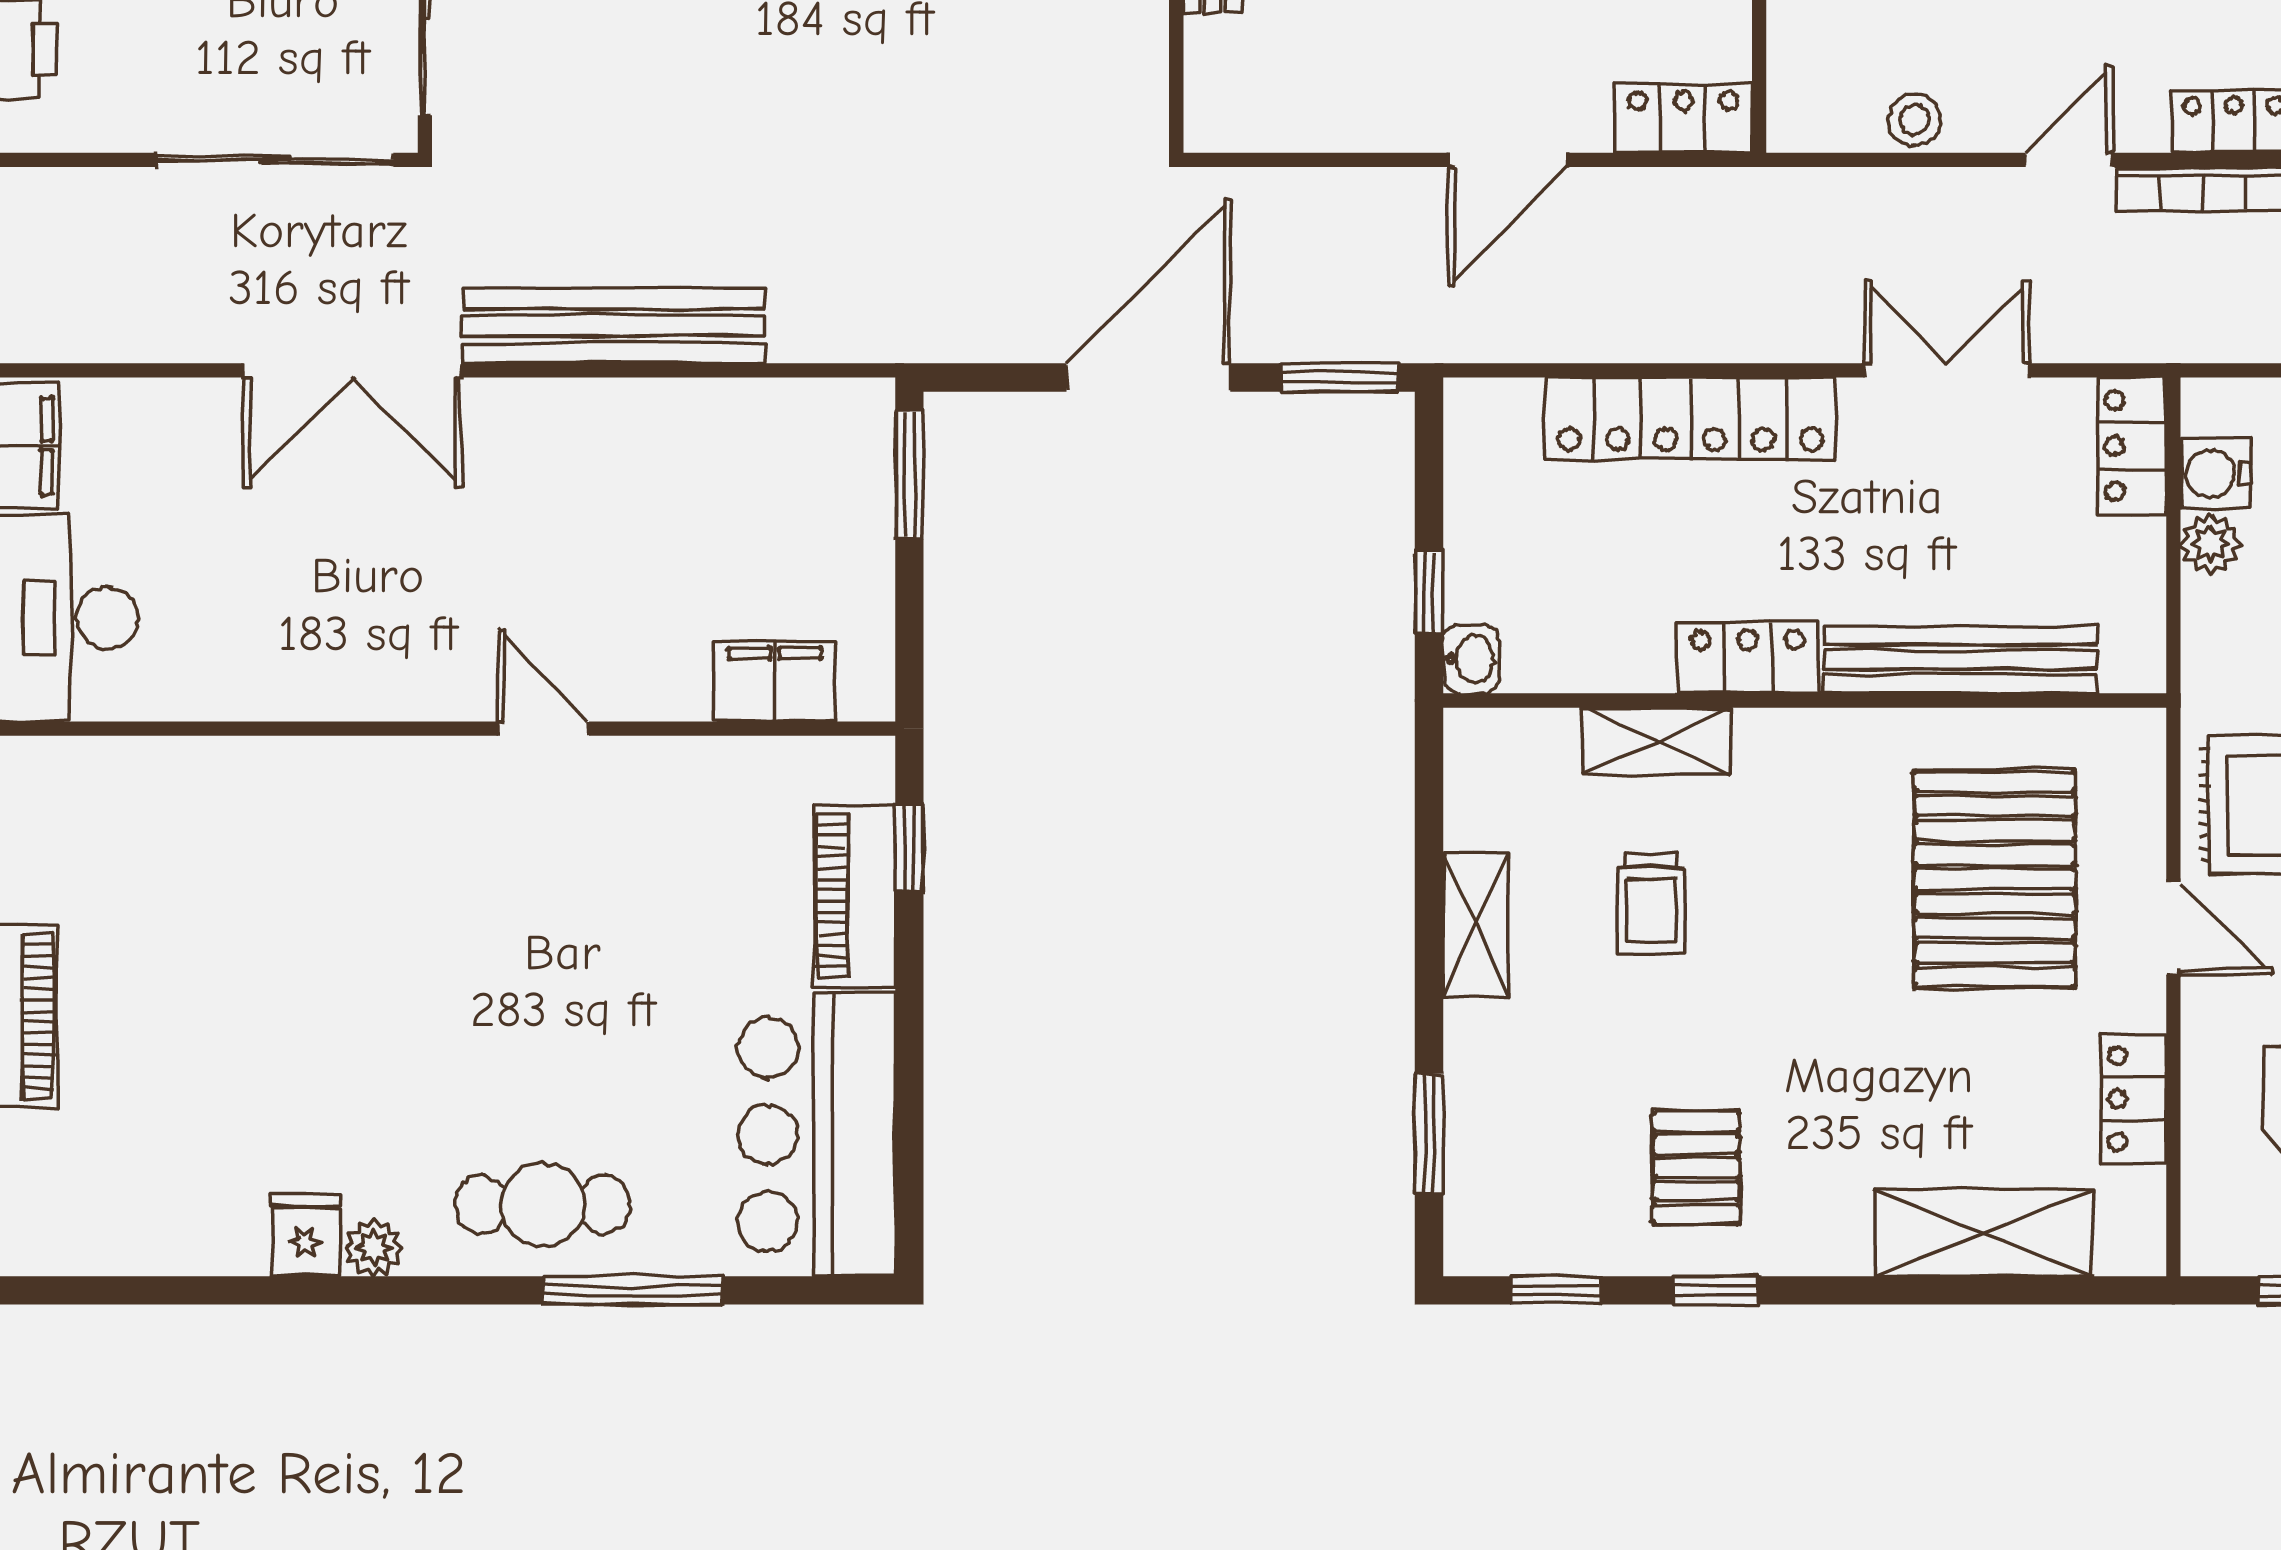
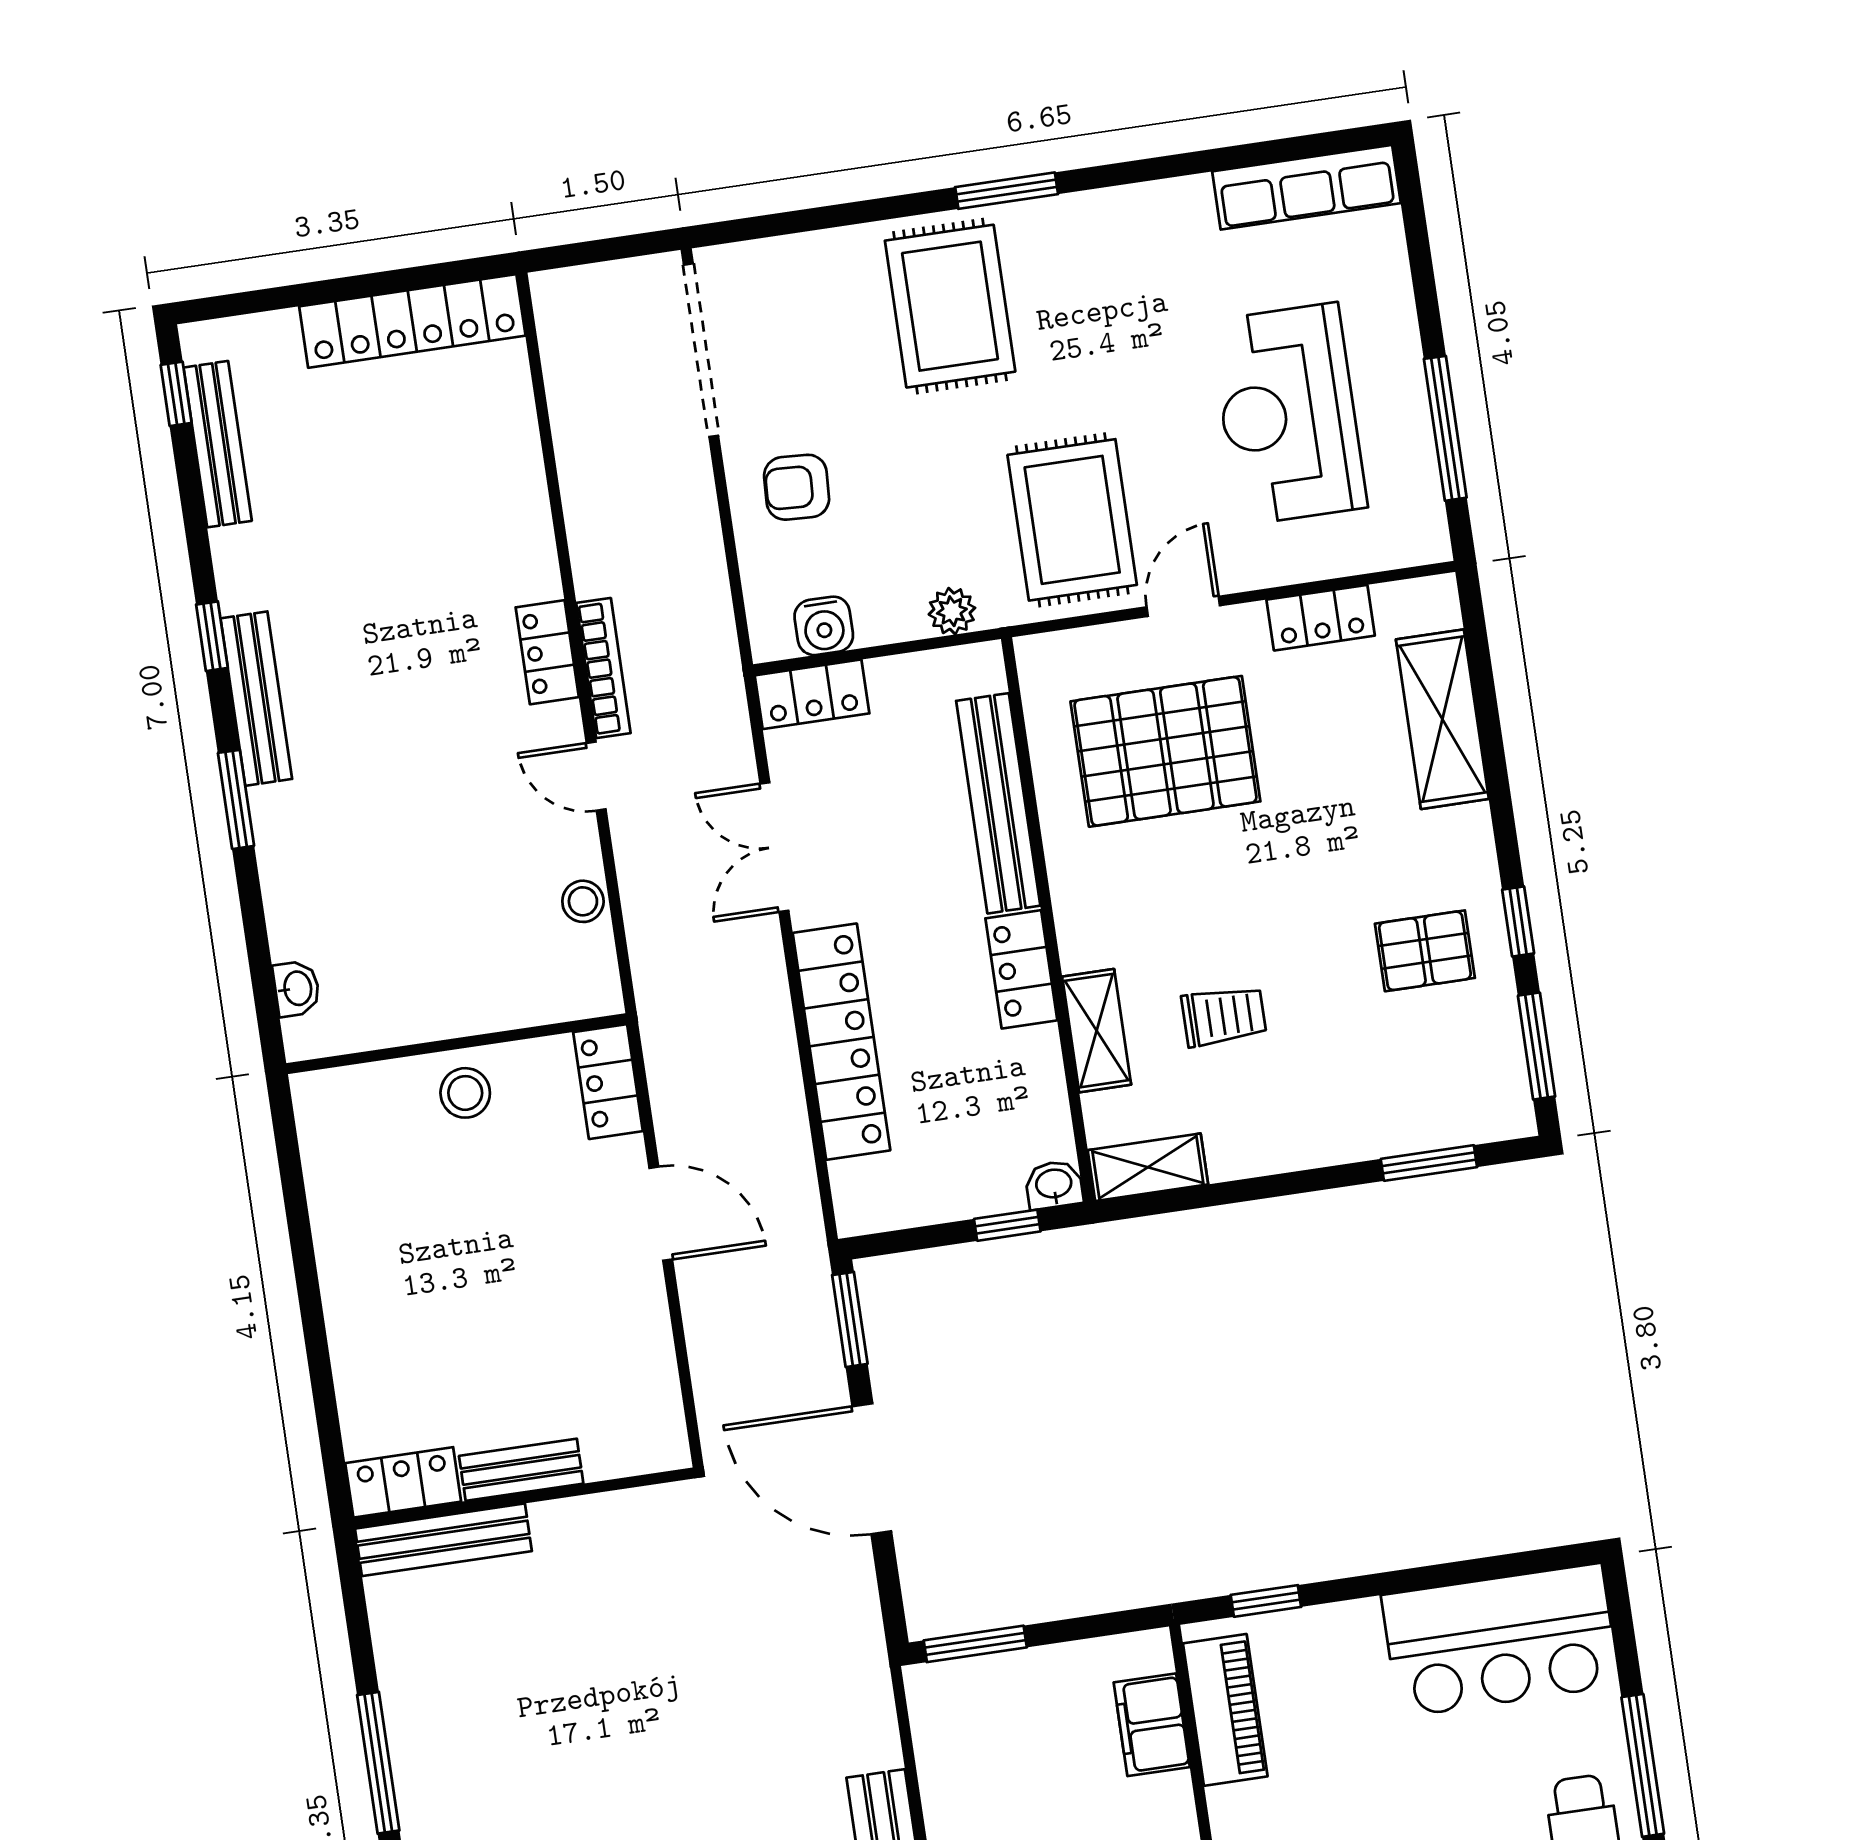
plant: (2210, 544) -> (952, 611), moved
piano: (854, 896) -> (1225, 1710), moved, turned -90
shelving: (1476, 925) -> (1148, 1167), moved
window: (1556, 1290) -> (1537, 1046), width x1.50

